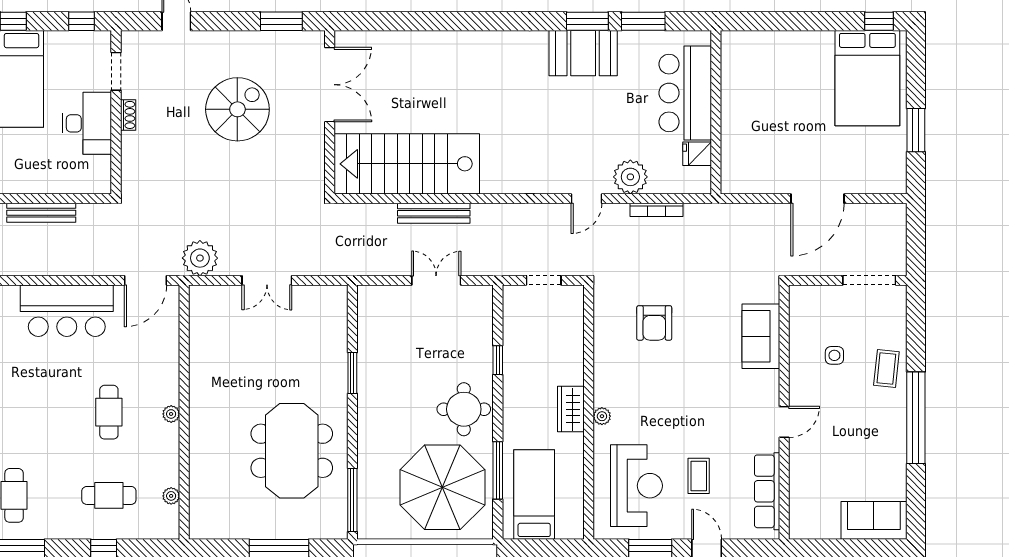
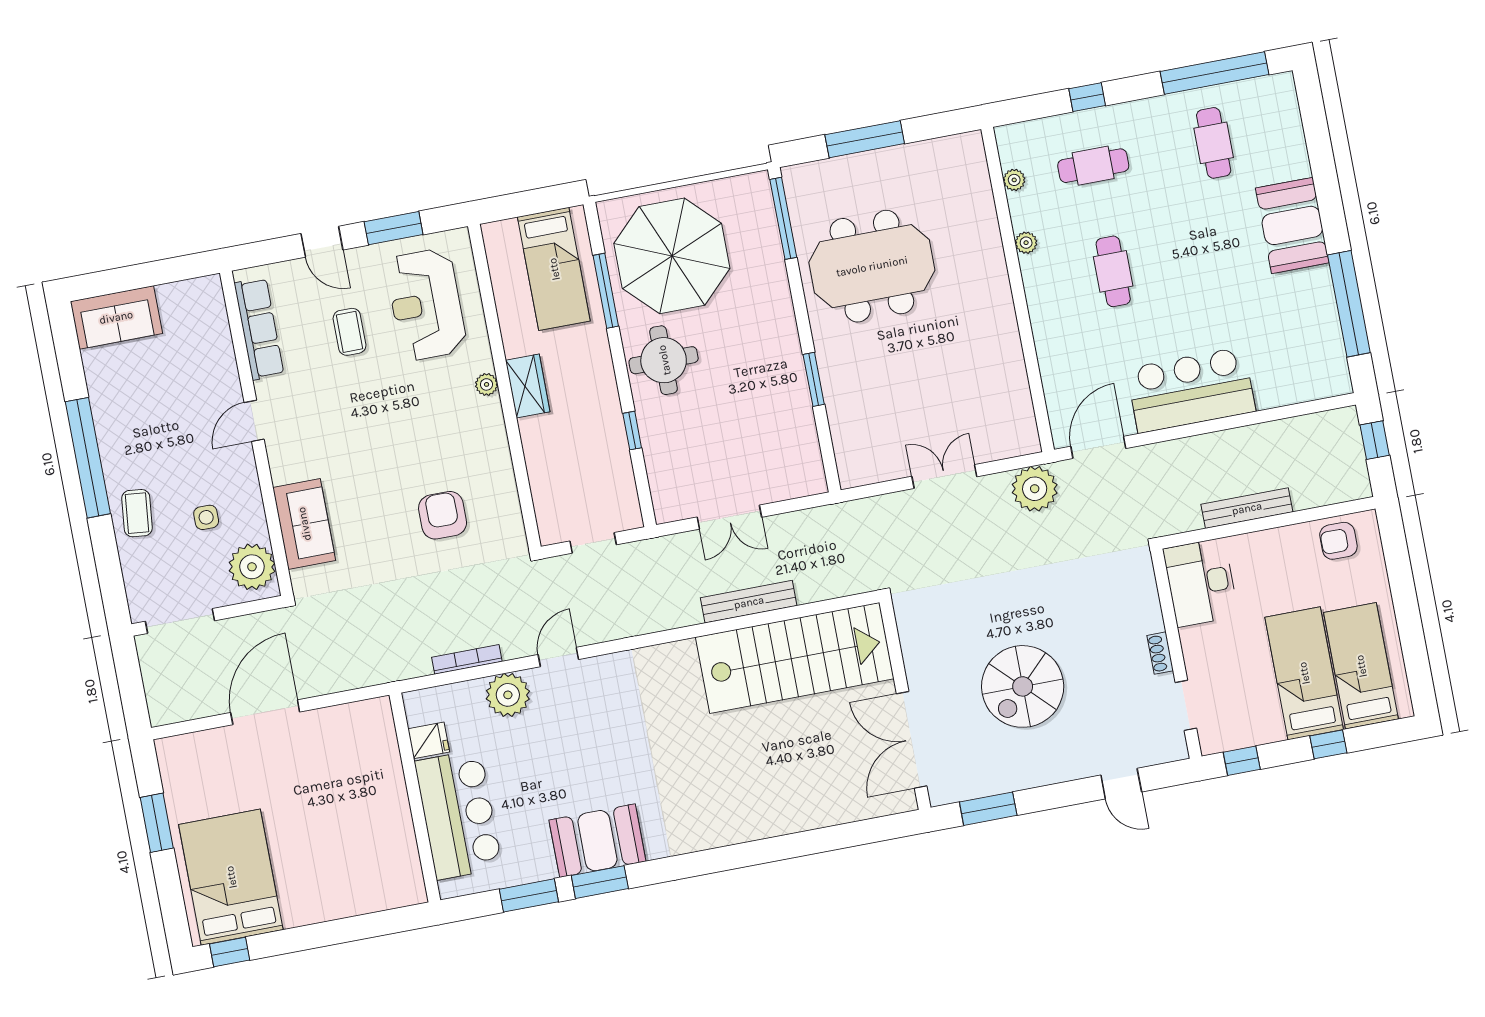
desk: (87, 123) -> (1201, 582), moved
plant: (807, 311) -> (252, 567), added
plant: (171, 414) -> (1026, 243), moved
meeting table: (292, 451) -> (872, 266), turned 90

